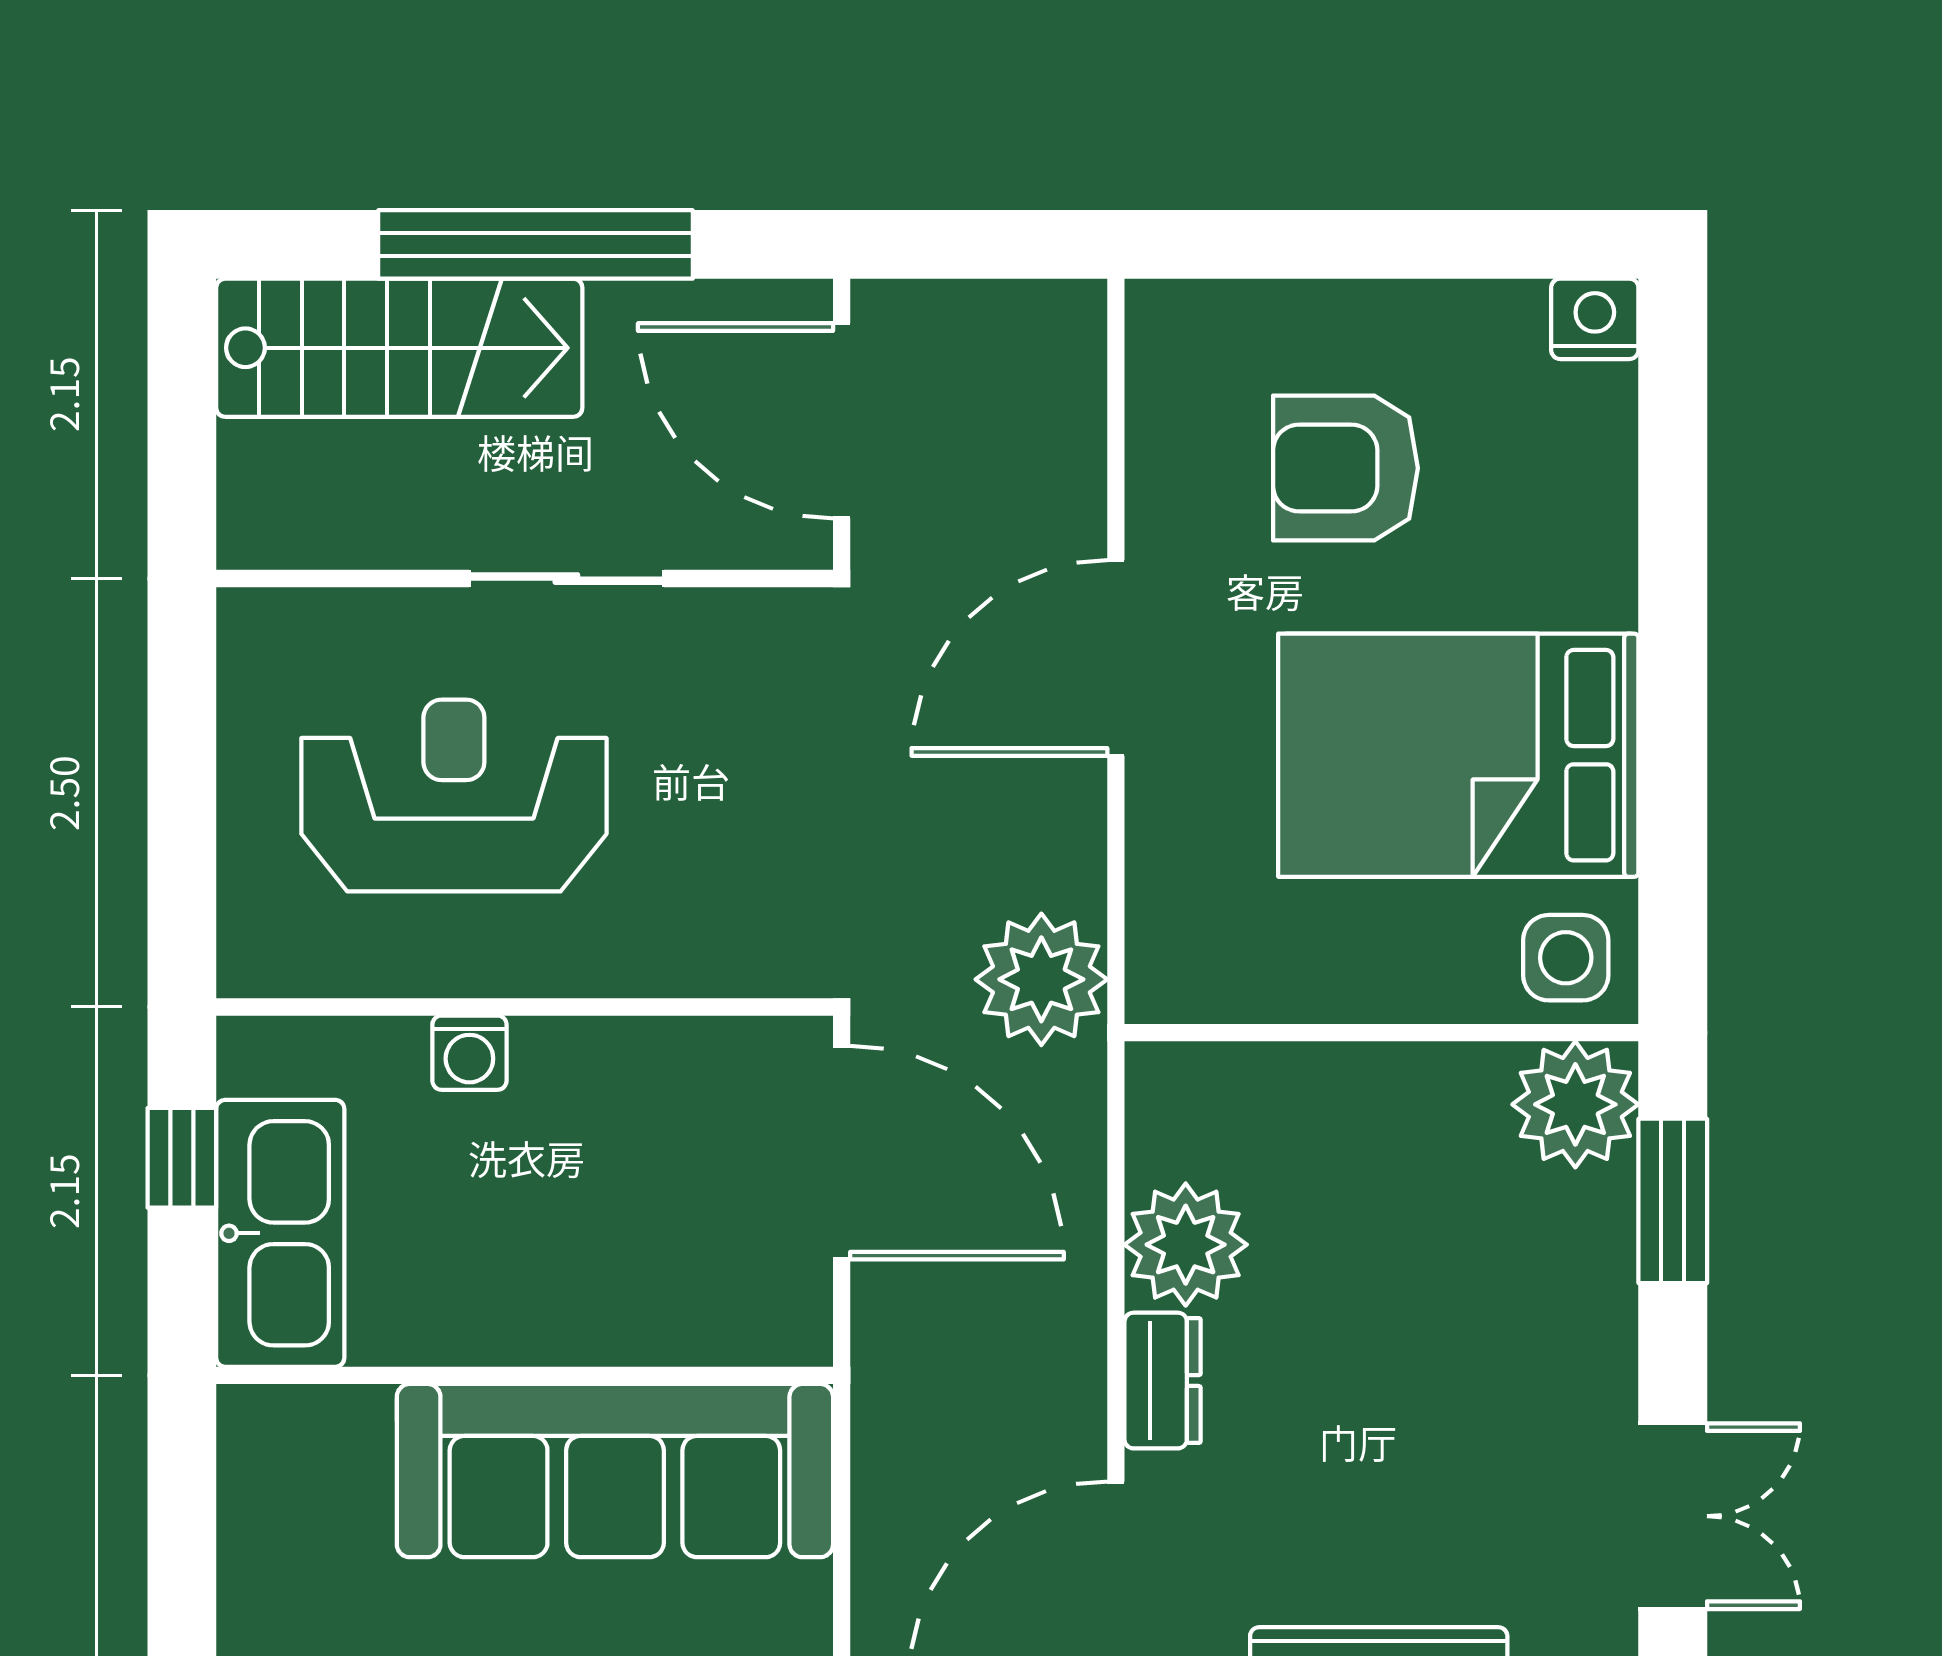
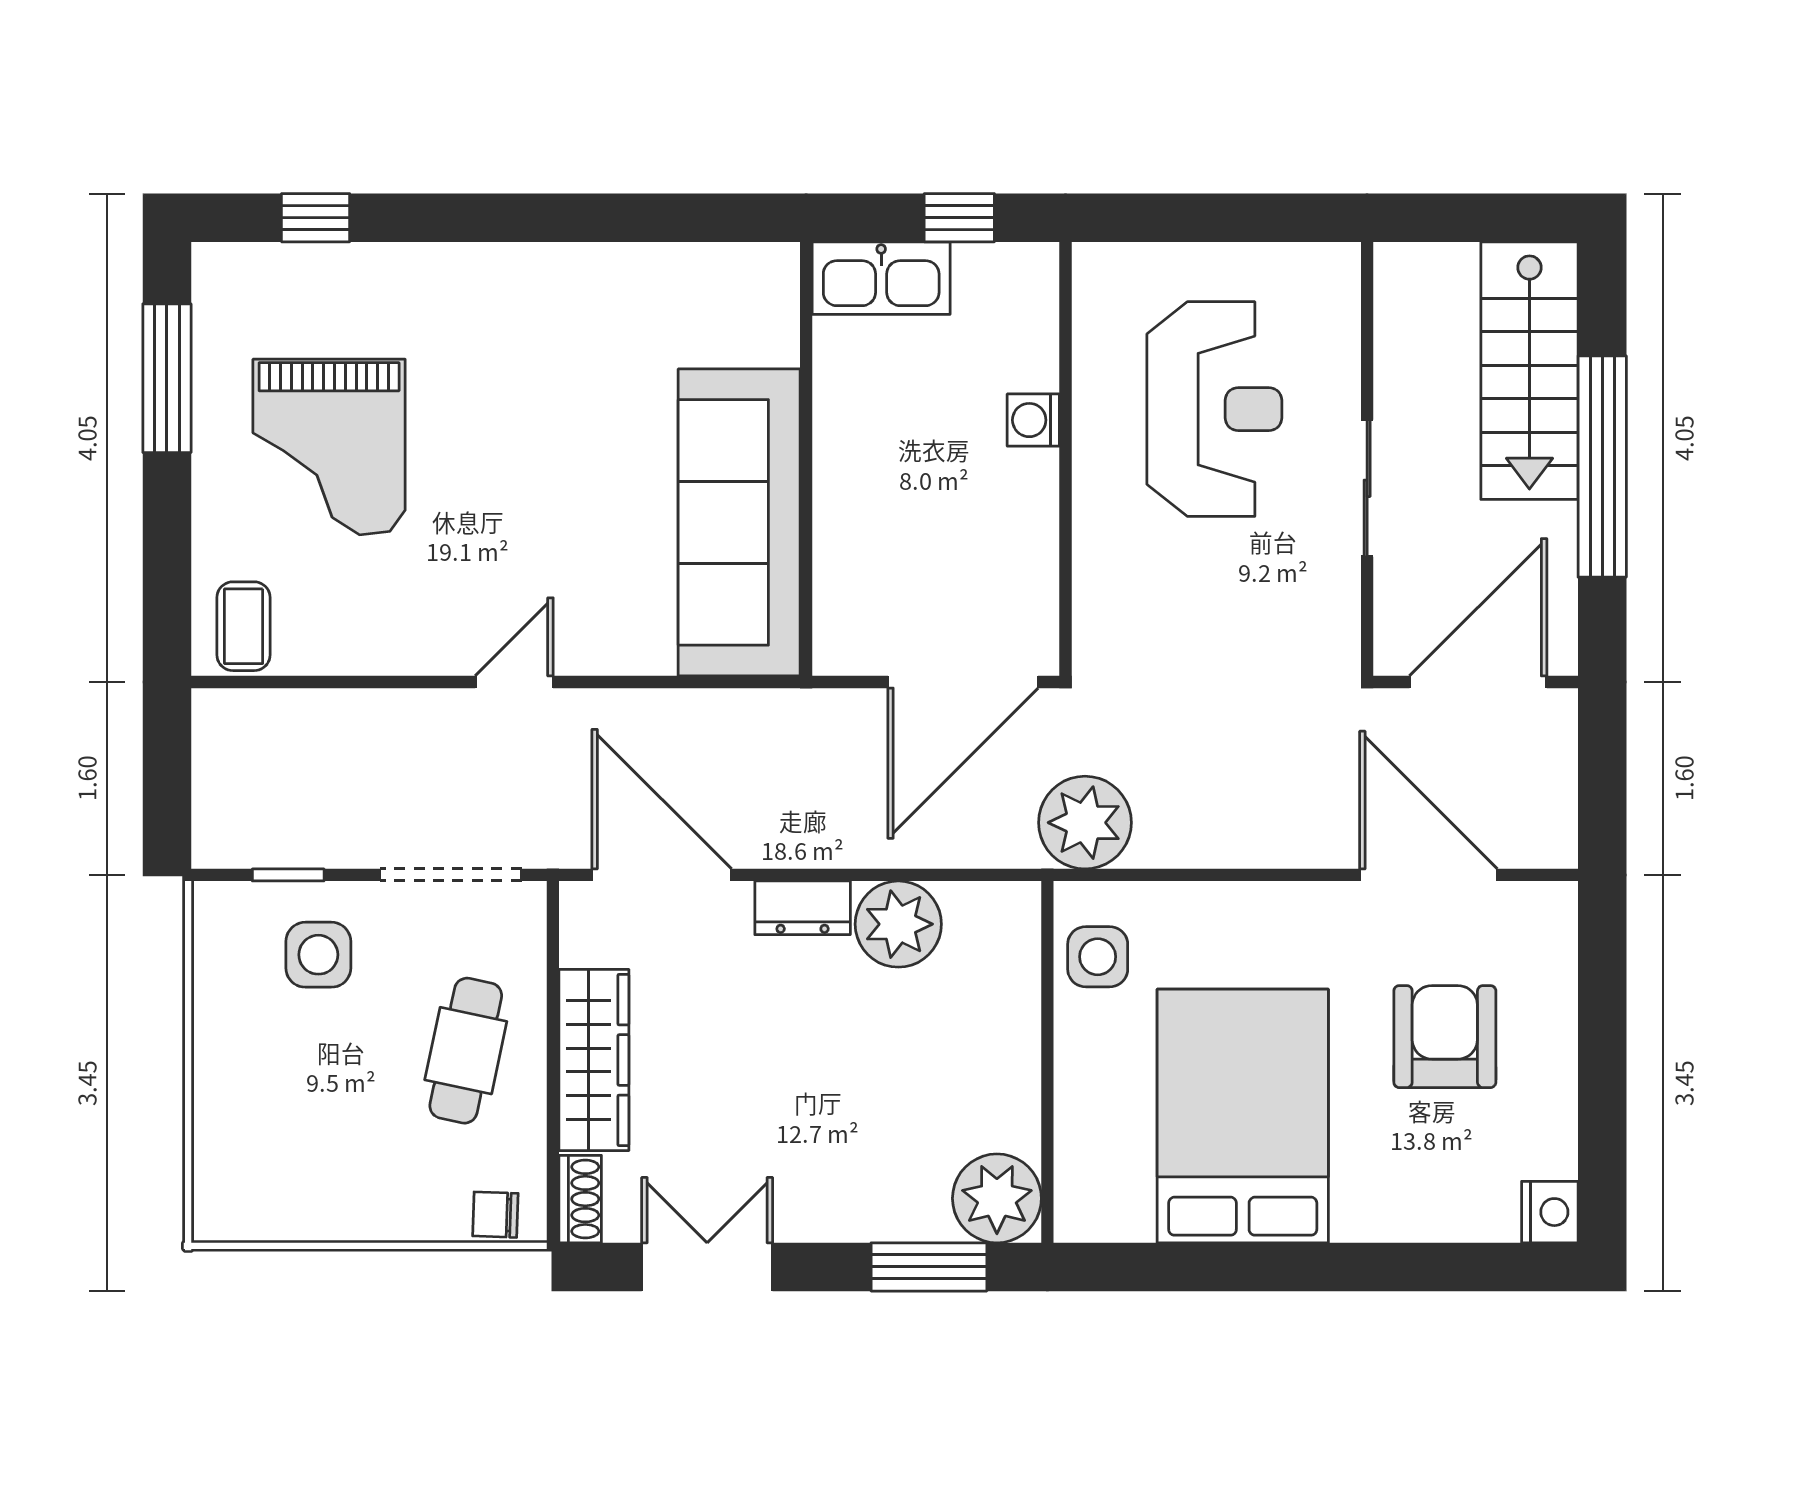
door: (1116, 658) -> (1428, 875), moved
side table: (1566, 958) -> (1098, 957), moved
kitchen sink: (280, 1233) -> (881, 278), width x0.73, depth x0.81
double door: (1673, 1516) -> (707, 1267), swing flipped

